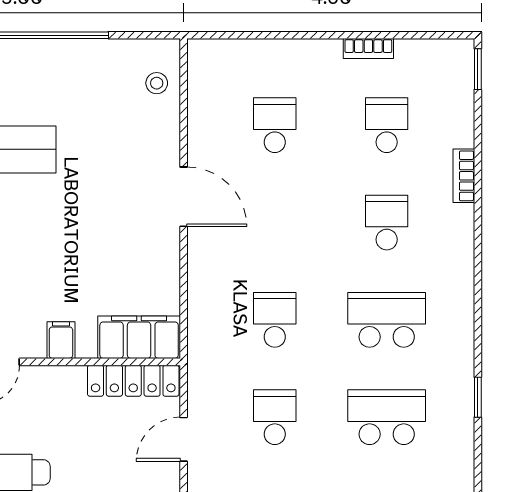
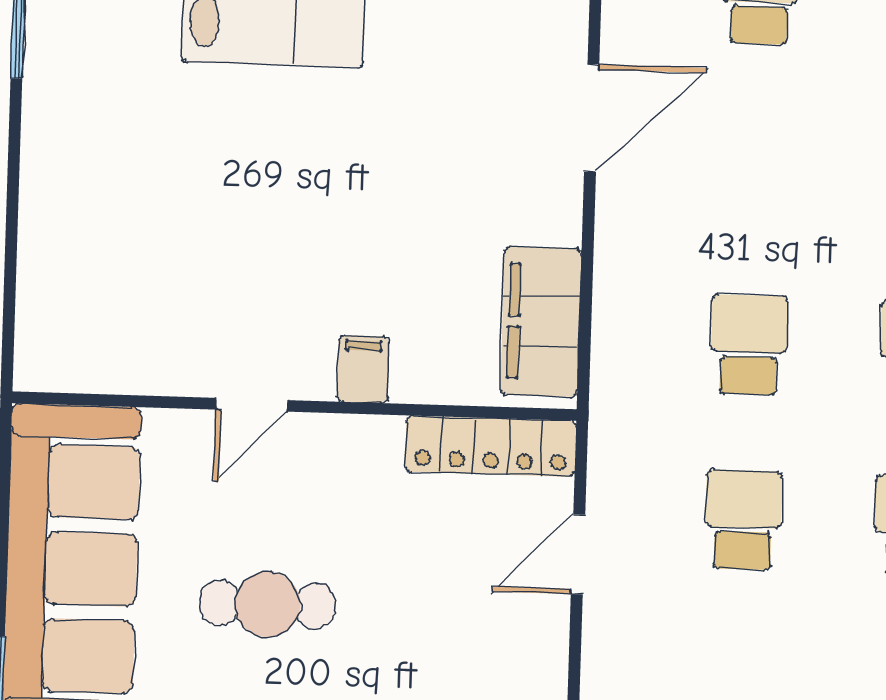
door: (184, 197) -> (592, 118), hinge flipped
filing cabinet: (139, 337) -> (541, 322), moved, turned -90

